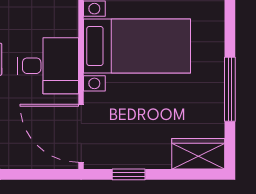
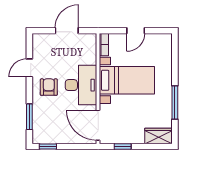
desk: (48, 66) -> (81, 85), width x1.37

